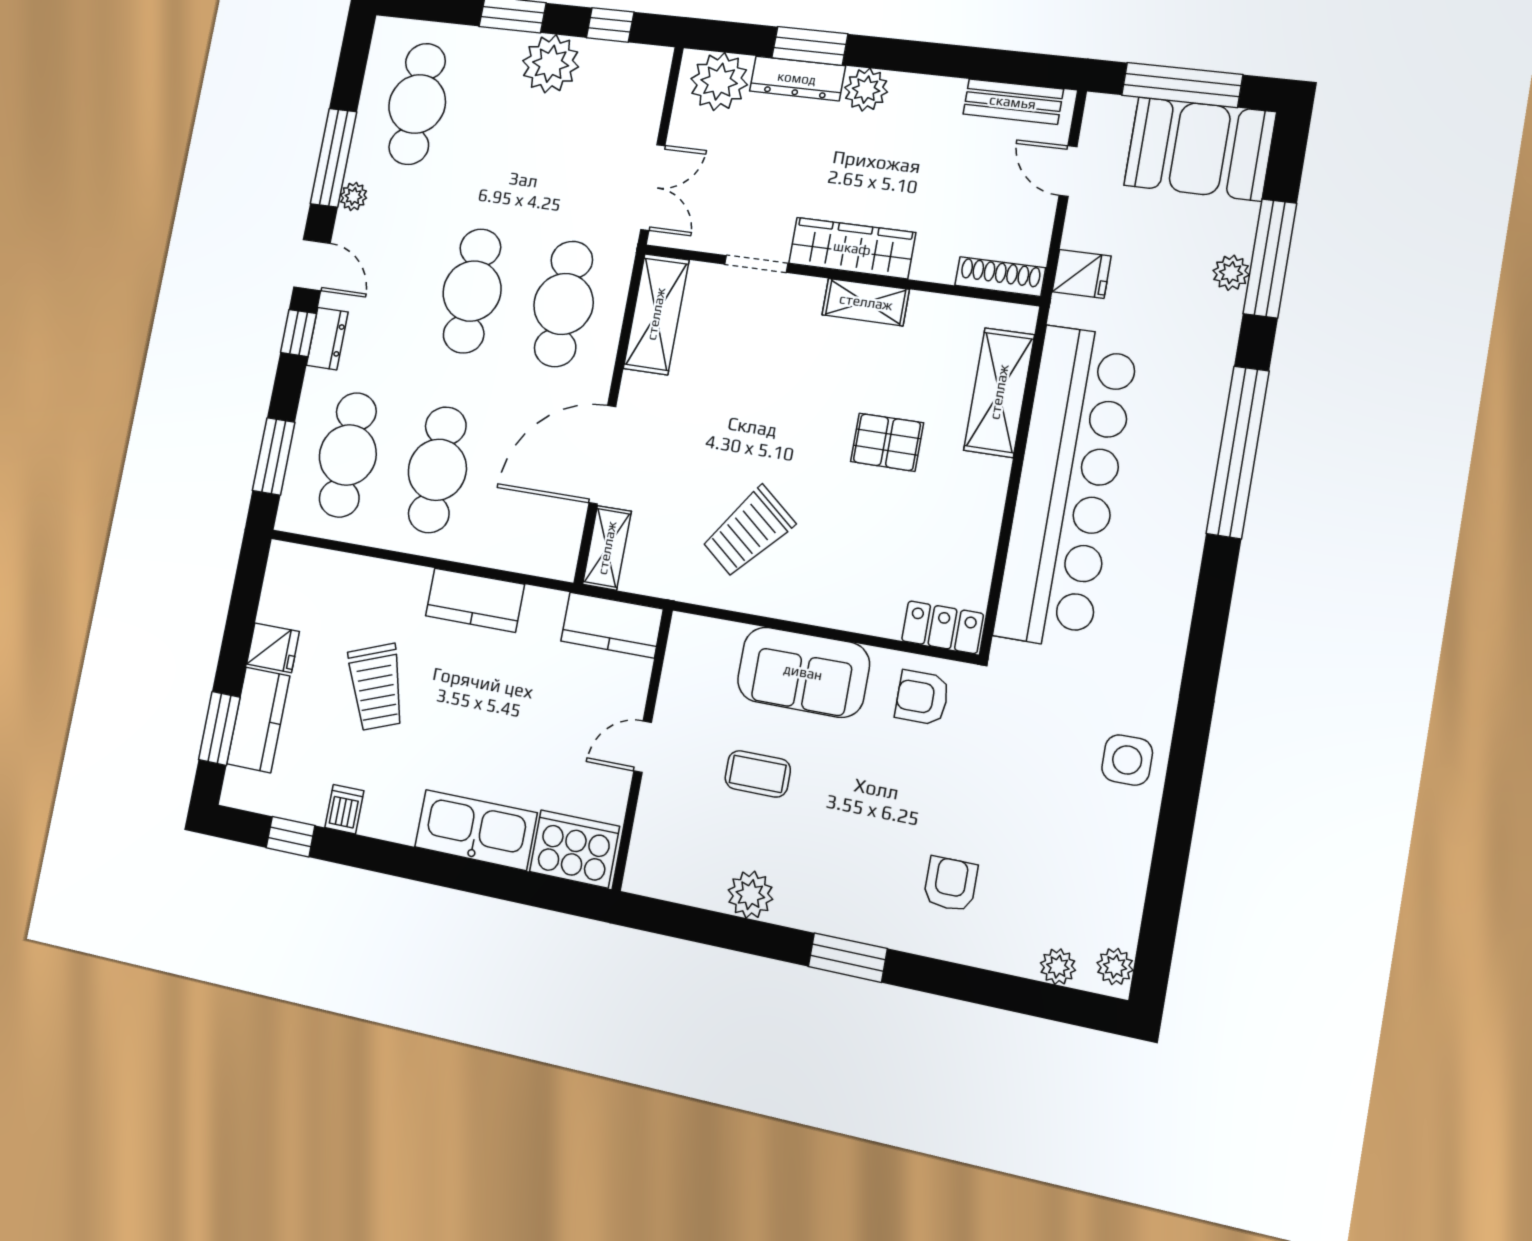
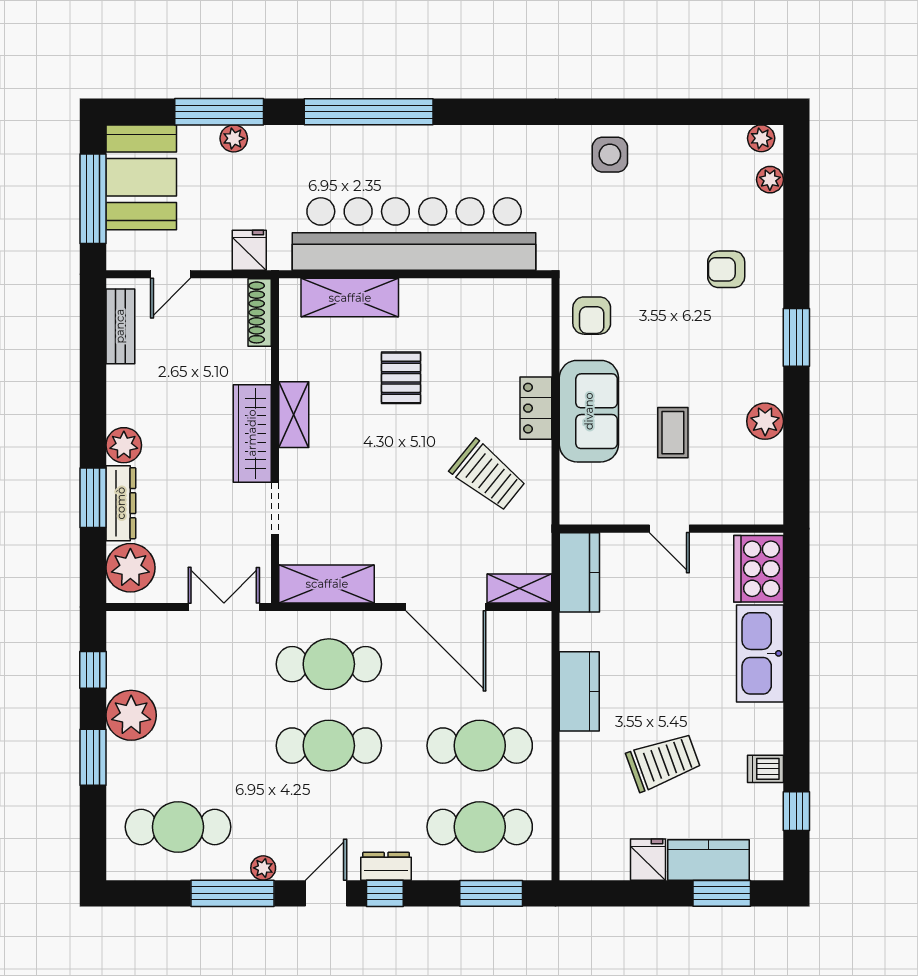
locker: (943, 627) -> (536, 408), moved

